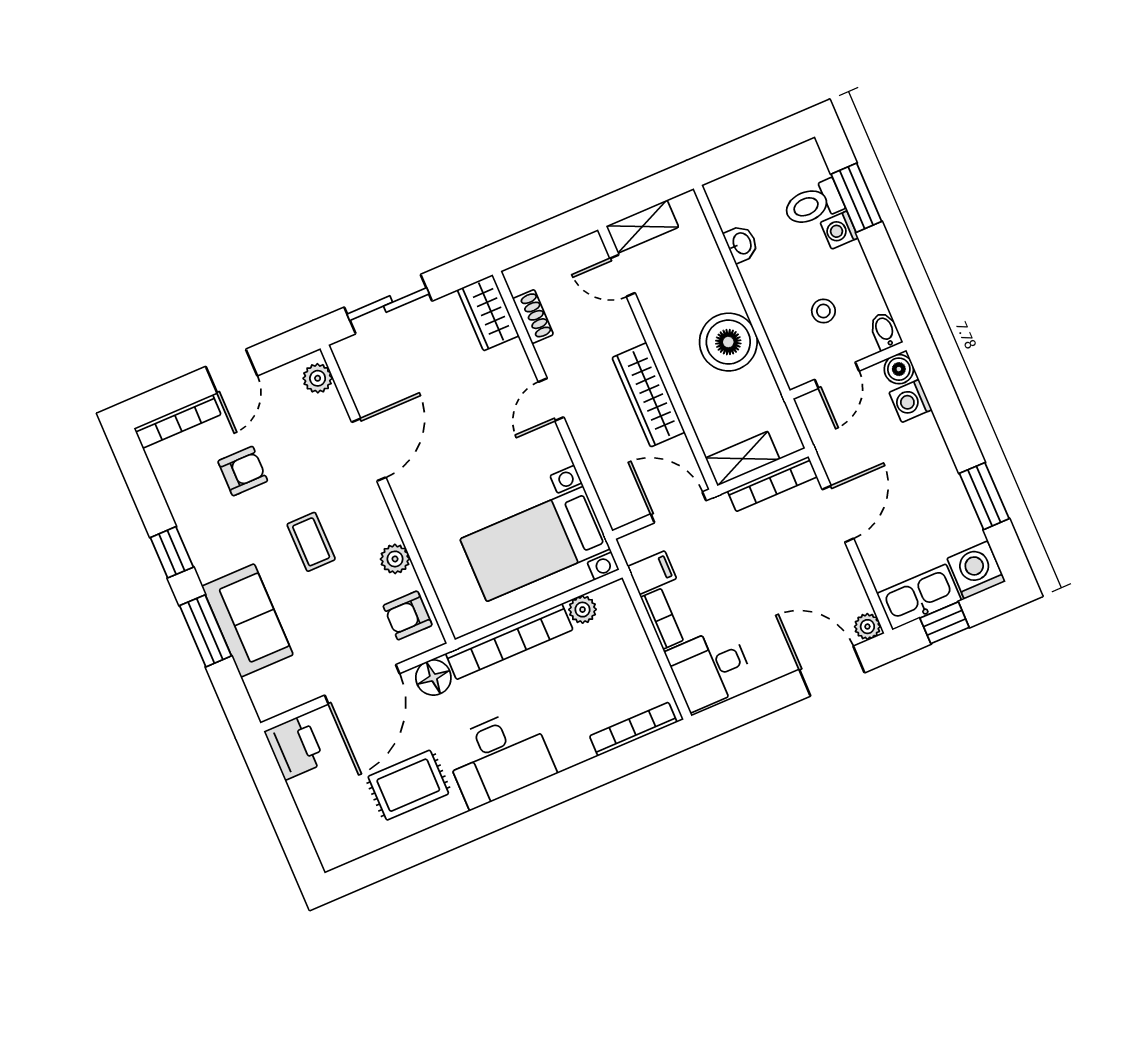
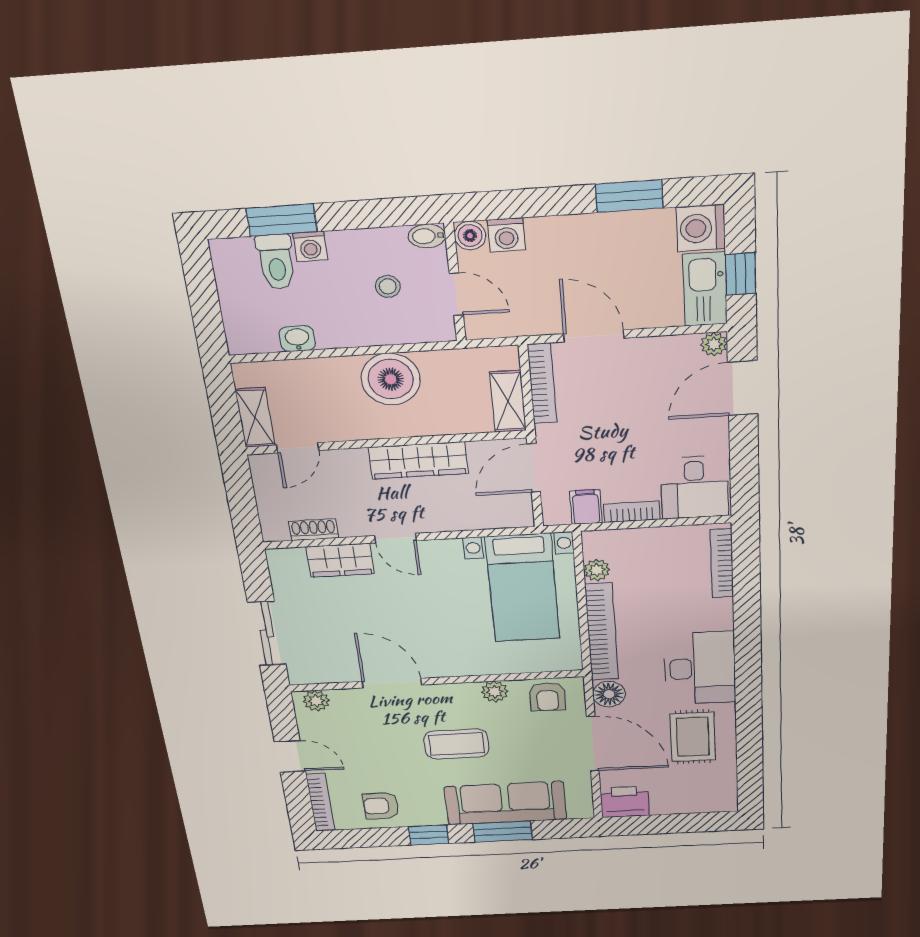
wardrobe: (488, 313) -> (340, 560), moved
armchair: (243, 471) -> (381, 806), moved, turned -90
coffee table: (311, 542) -> (456, 744), width x1.36, depth x1.30
sofa: (247, 620) -> (505, 803), width x1.36

